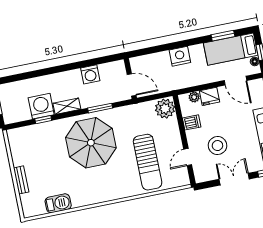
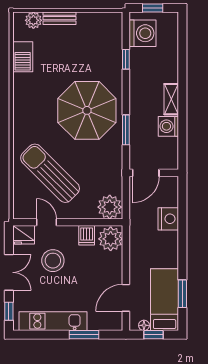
nightstand: (180, 56) -> (168, 219), moved
fridge: (210, 96) -> (24, 235), moved, turned -90
plant: (194, 97) -> (111, 239), width x1.87, depth x1.87
washing machine: (41, 106) -> (143, 33), moved
shelving: (67, 106) -> (171, 99), moved
sun lounger: (148, 162) -> (50, 173), turned 45
plant: (27, 201) -> (33, 20), added

